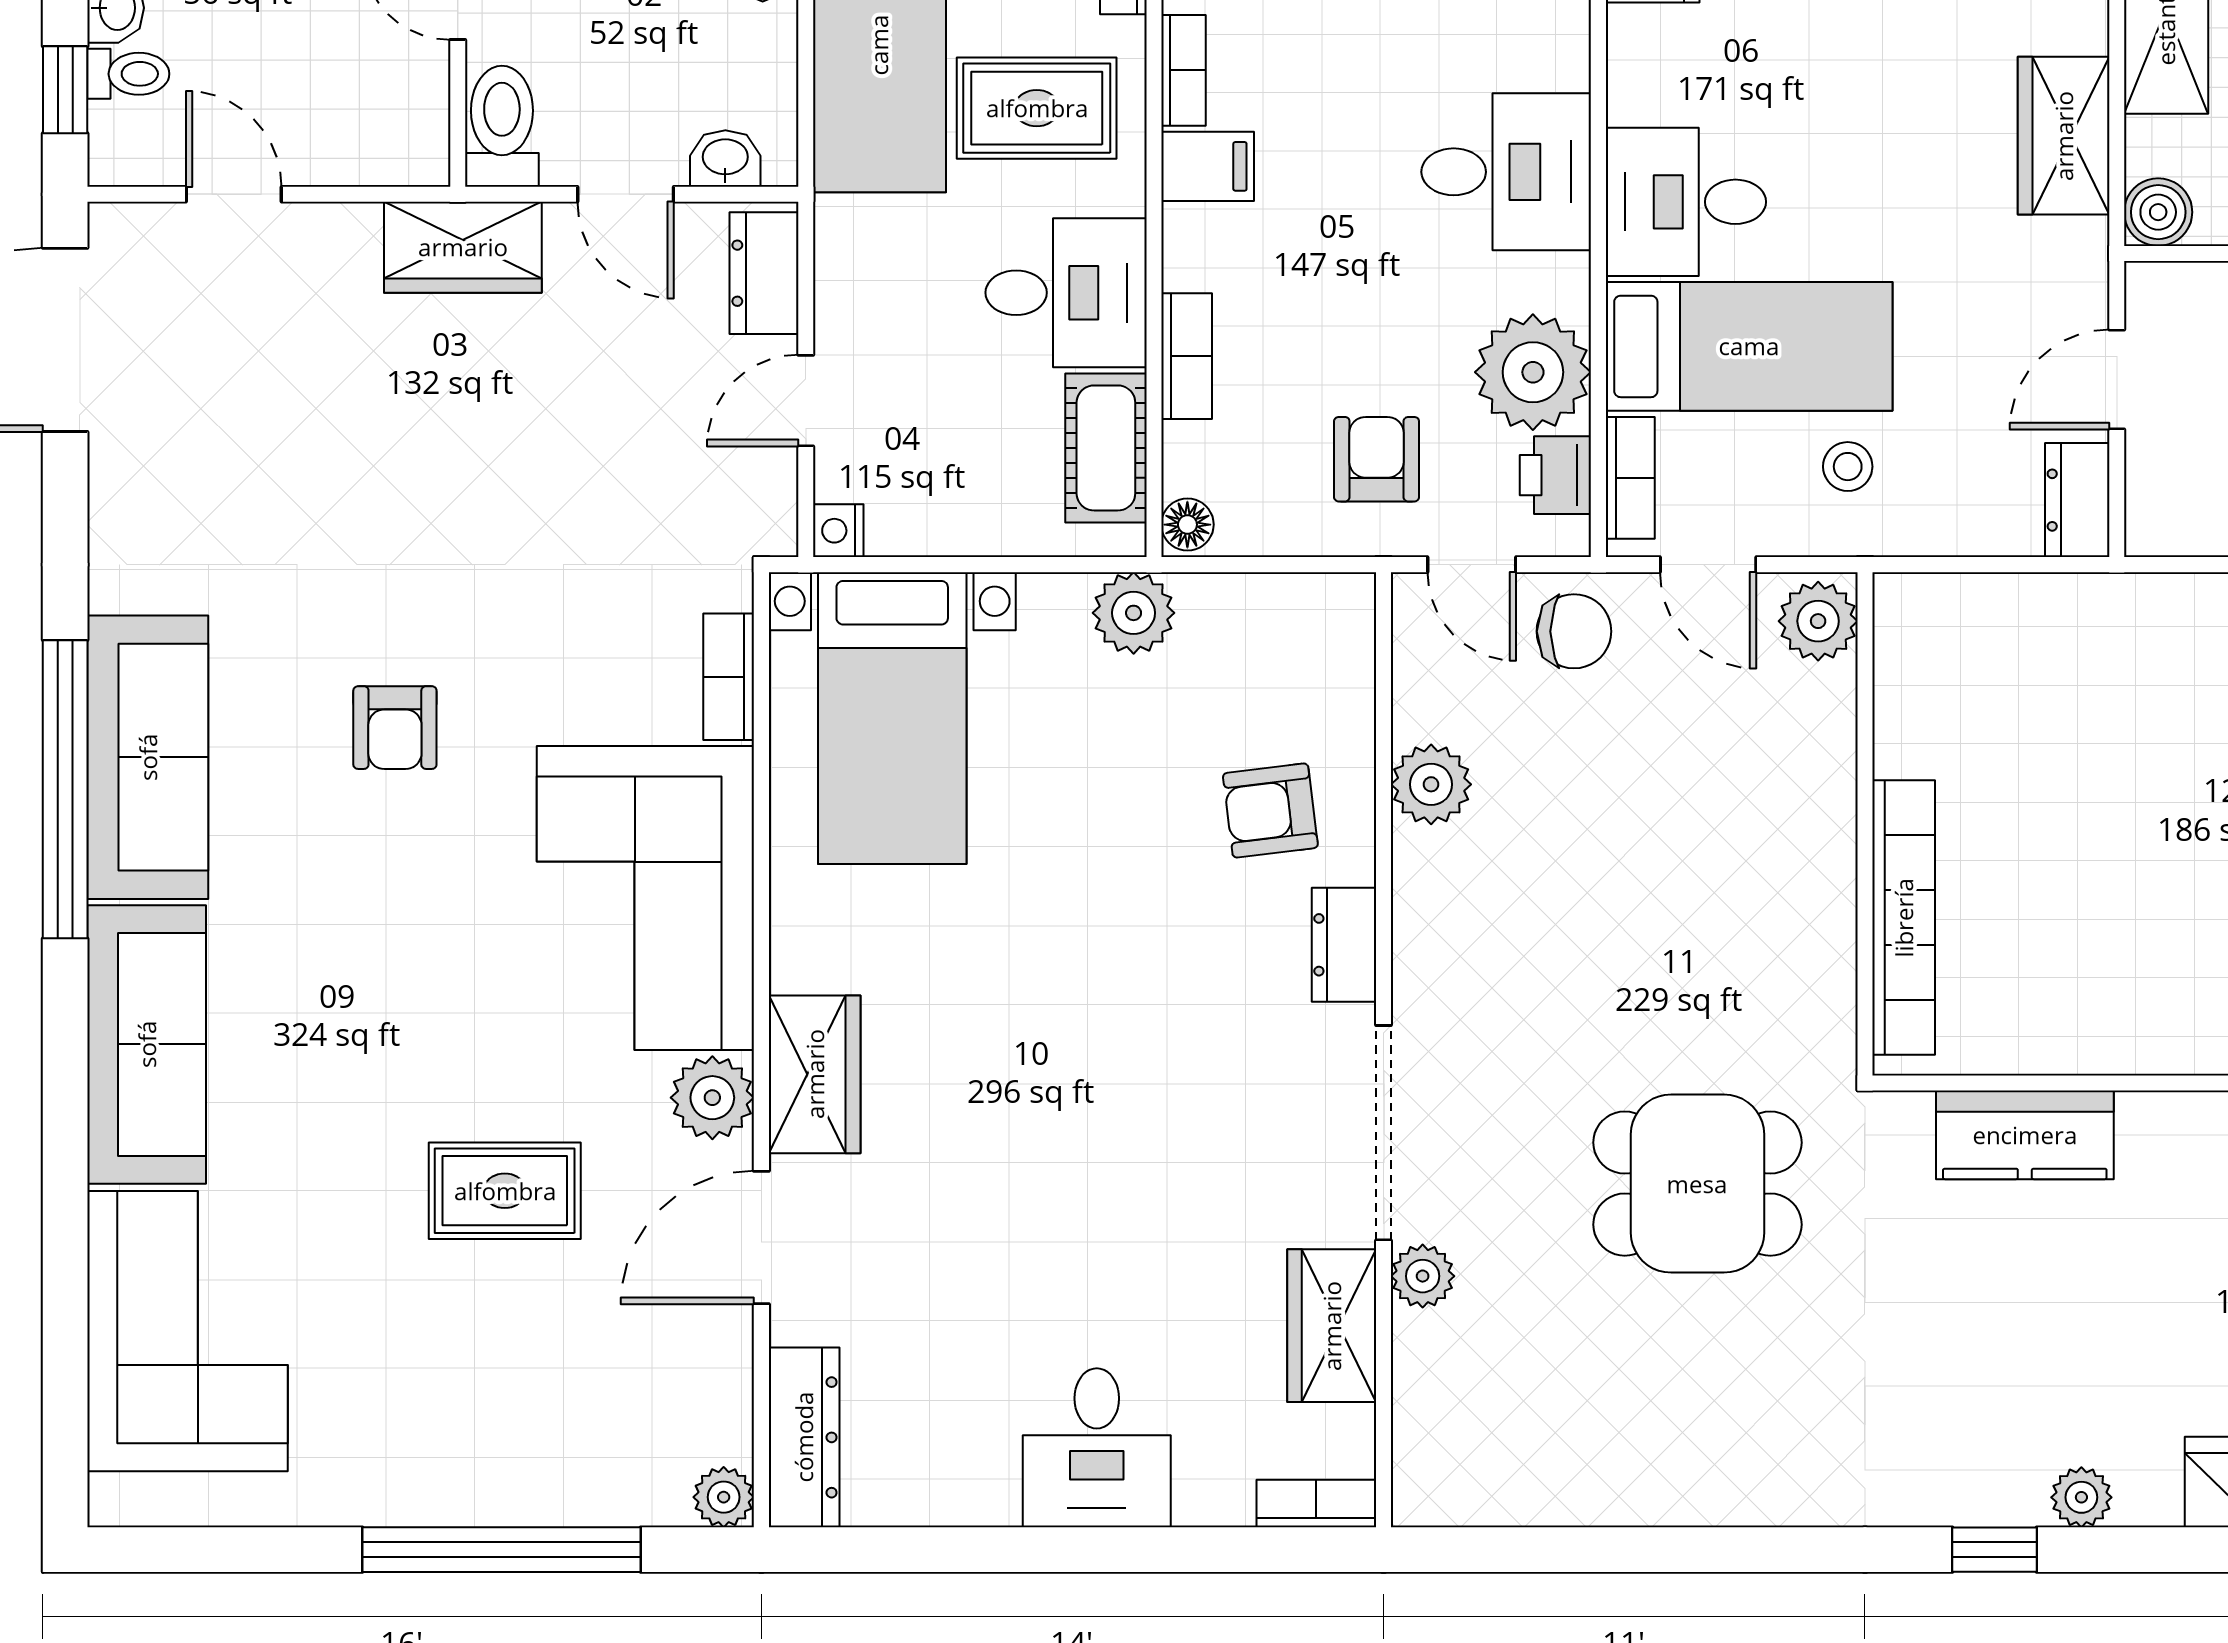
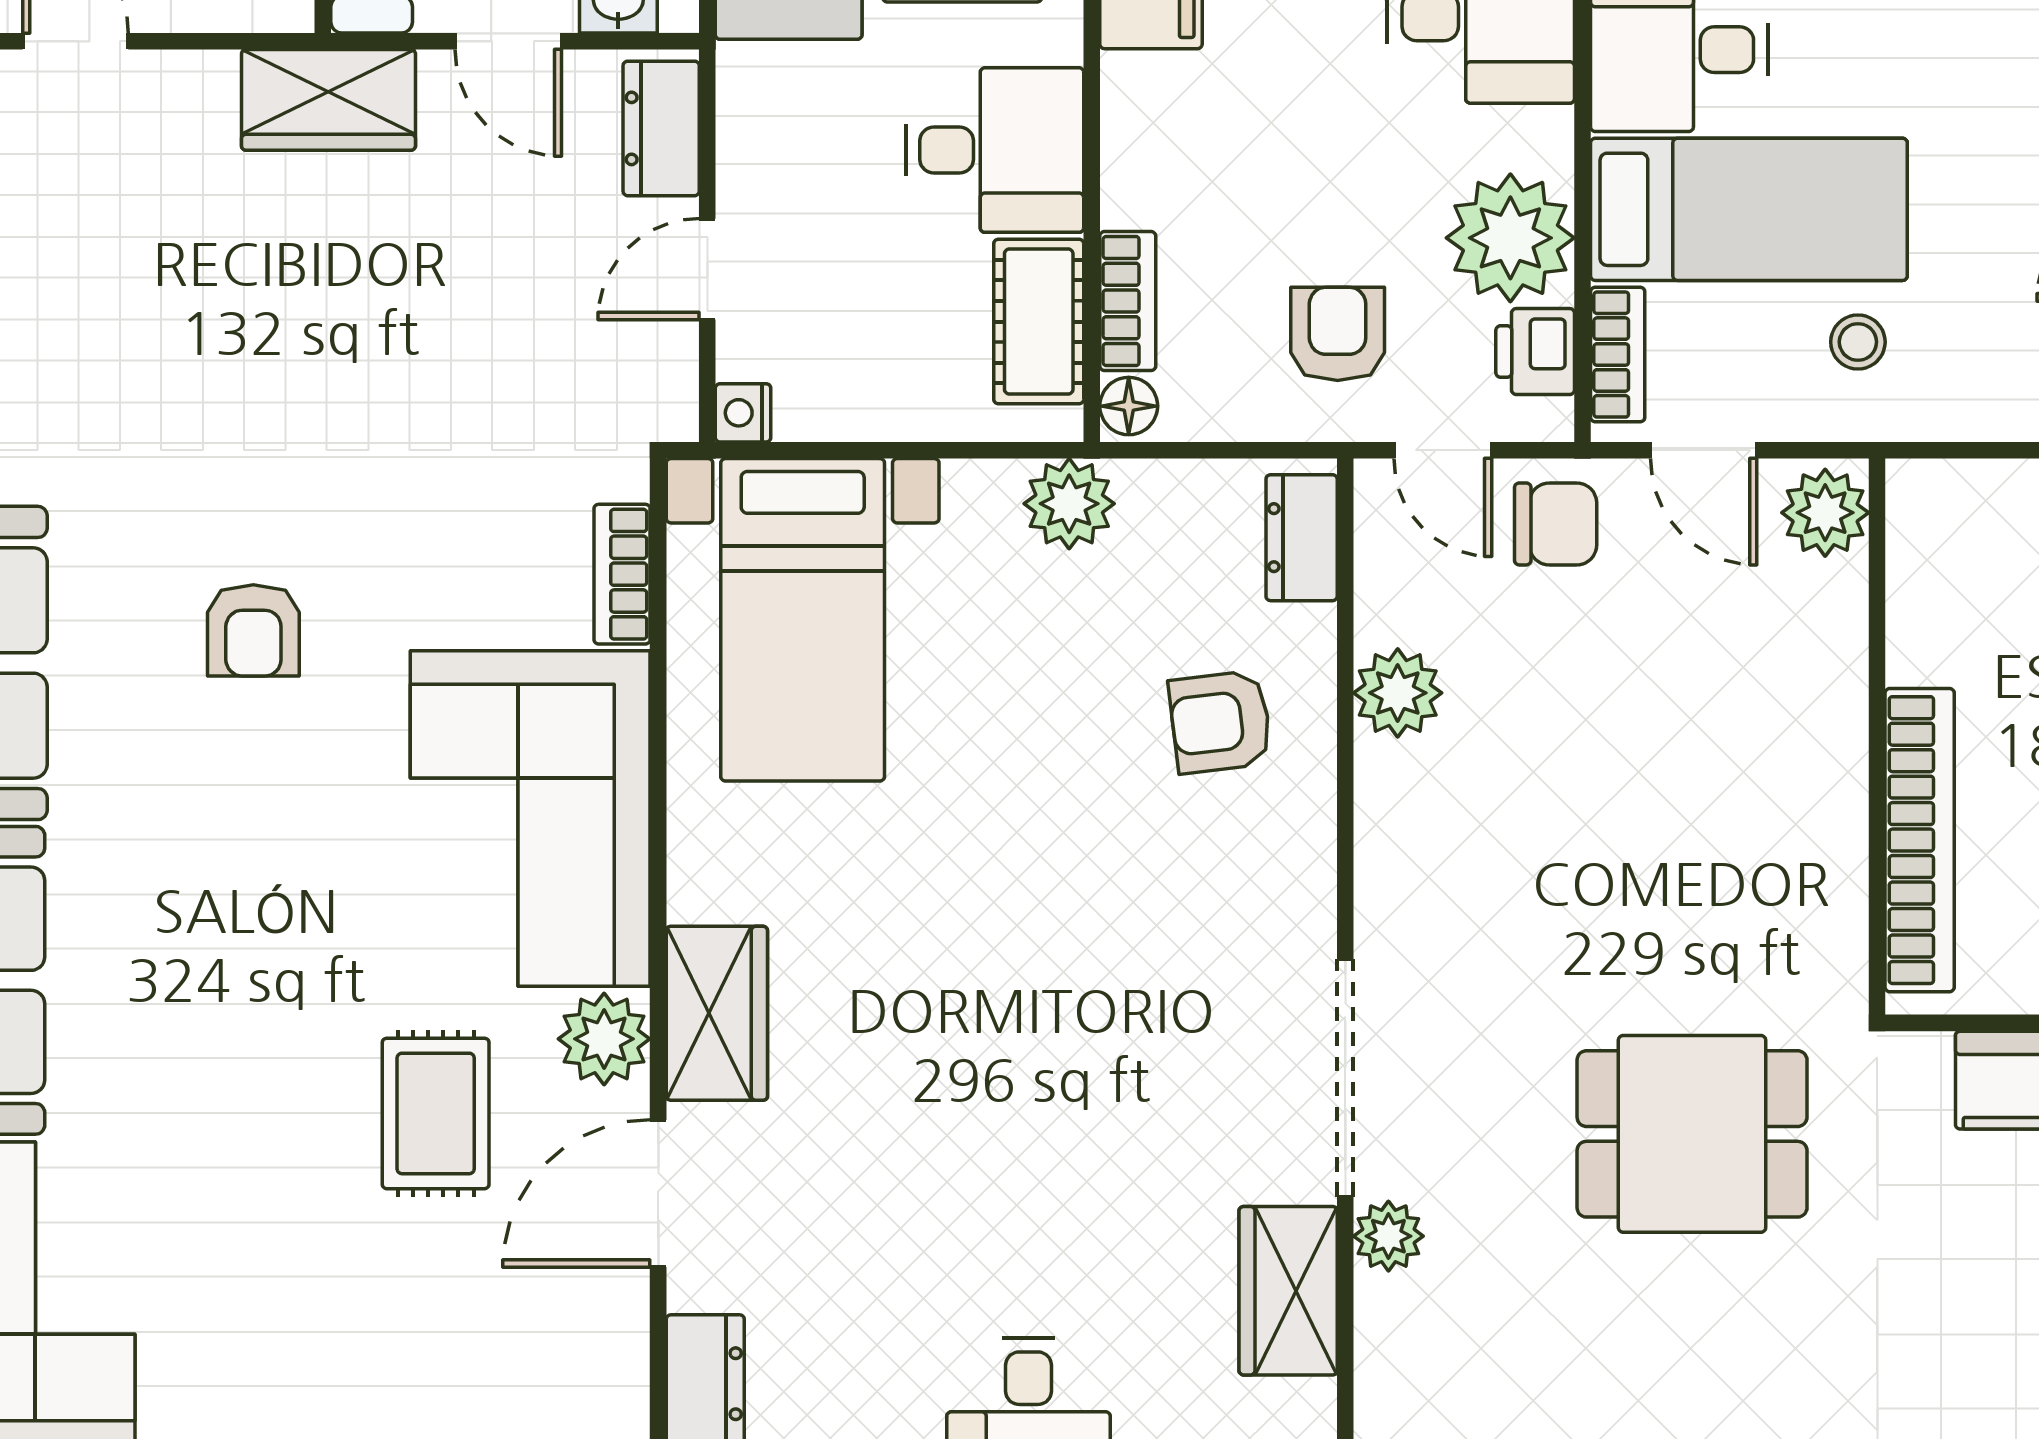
bookcase: (1187, 356) -> (1128, 301), moved
dresser: (1344, 945) -> (1302, 538), moved
rug: (505, 1191) -> (436, 1113), moved, turned 90

